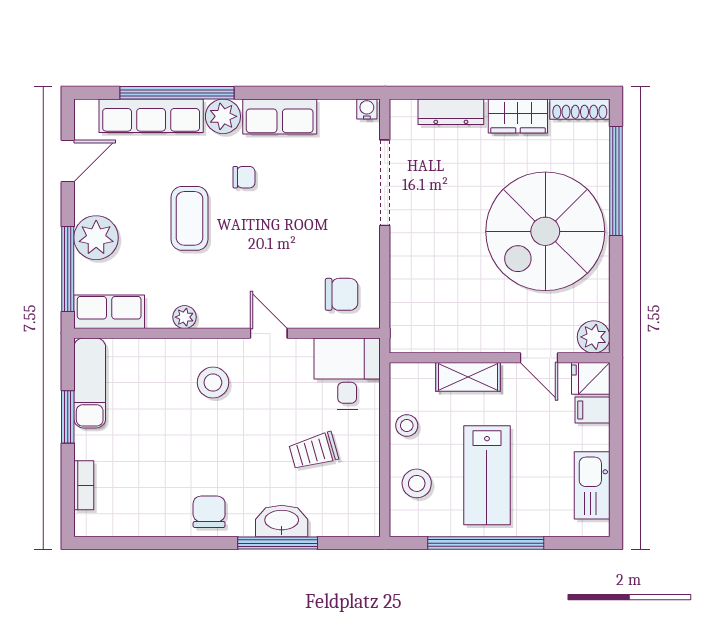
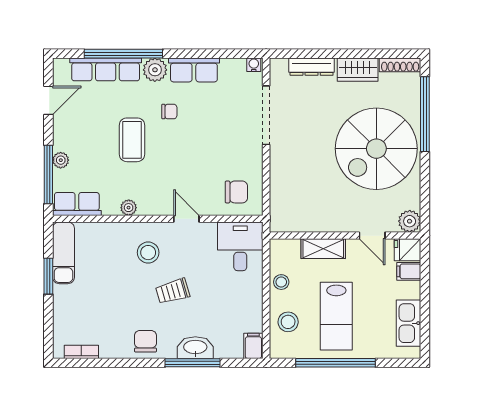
plant: (96, 238) -> (61, 160), width x0.53, depth x0.53
trolley: (314, 451) -> (173, 291), moved
bookcase: (84, 485) -> (81, 352), moved, turned -90
filing cabinet: (366, 518) -> (253, 346), added

